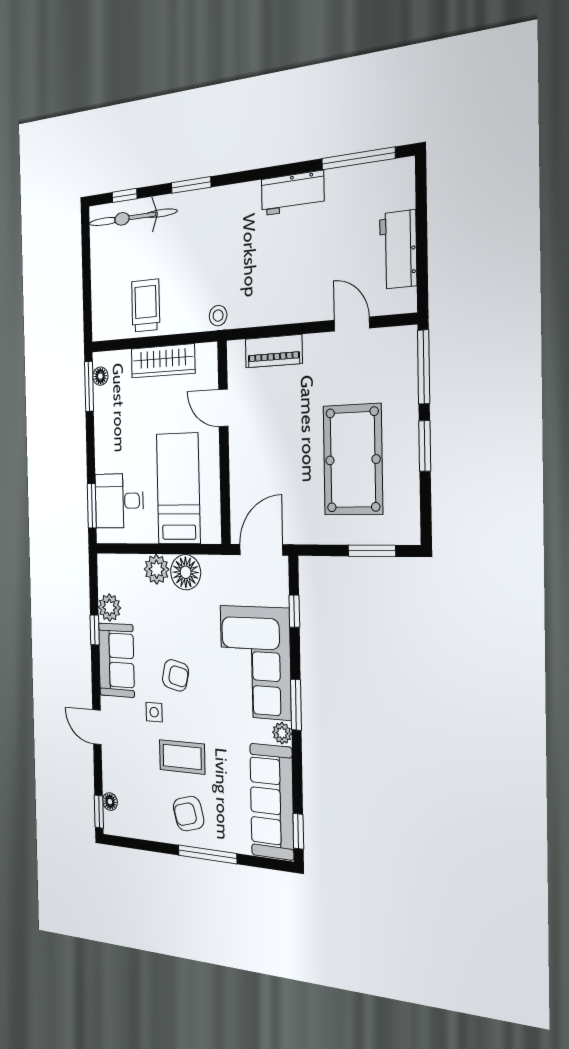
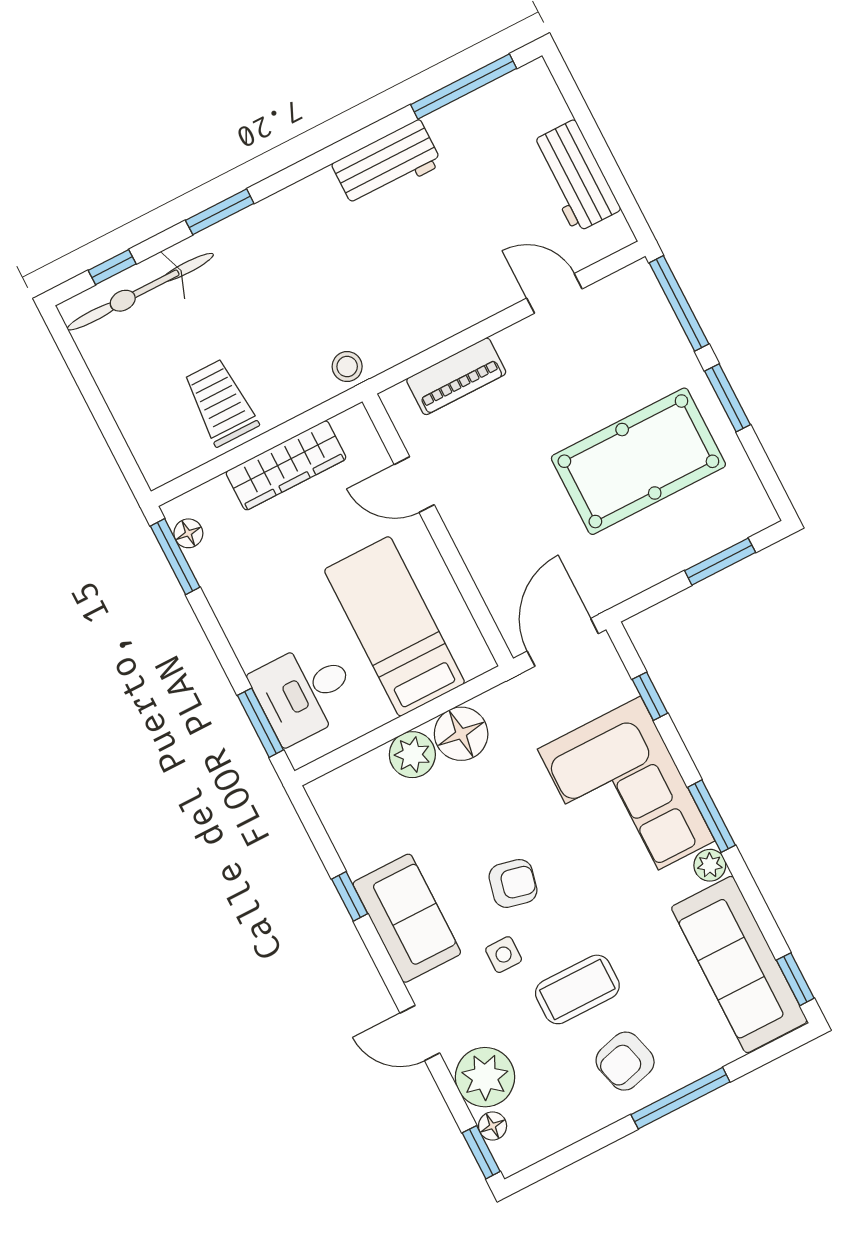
pool table: (353, 460) -> (638, 461), turned 90
plant: (109, 608) -> (485, 1077), moved, width x1.36, depth x1.36

